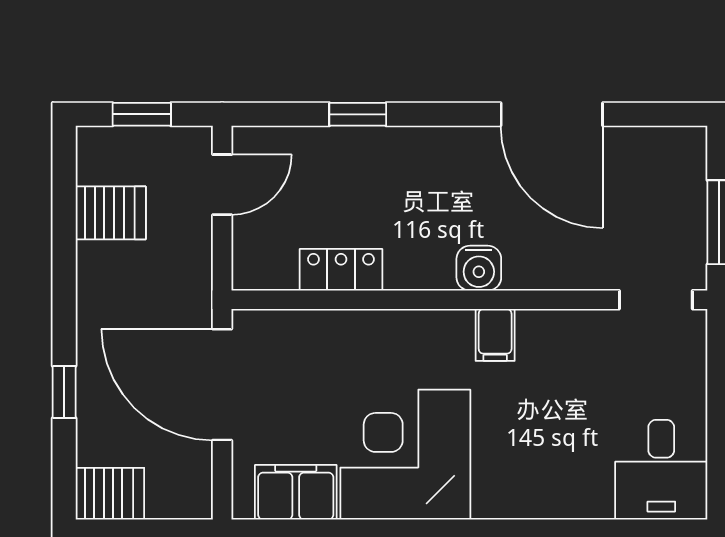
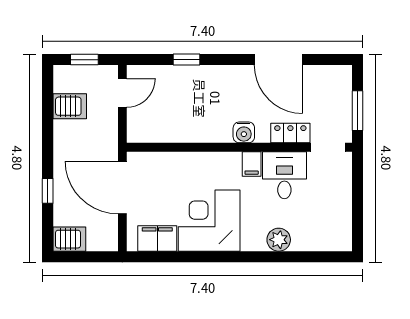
locker: (341, 270) -> (290, 133), moved
desk: (661, 470) -> (284, 175), moved, turned 180
plant: (552, 495) -> (279, 240), added

